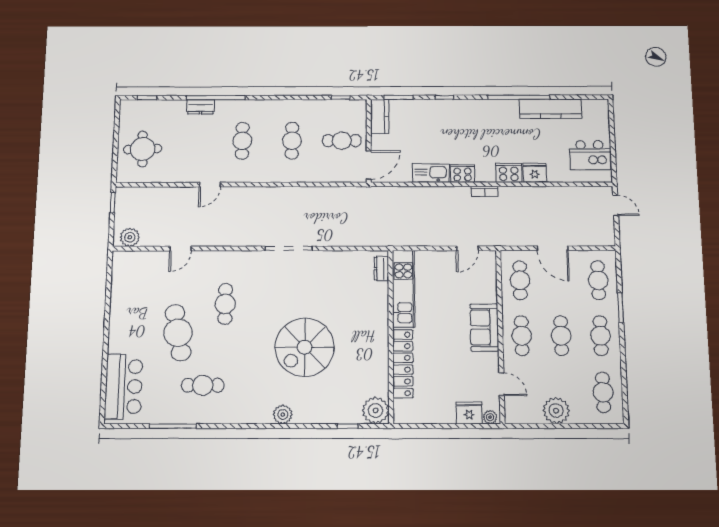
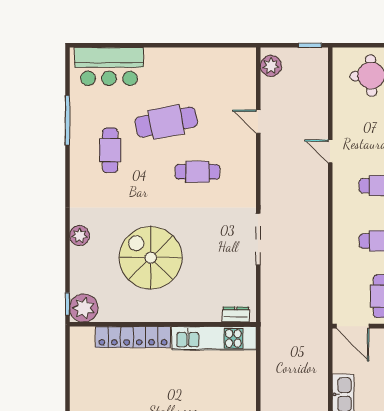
dresser: (381, 269) -> (236, 315), moved
kitchen unit: (404, 289) -> (214, 338), moved
wall: (391, 336) -> (163, 324), moved
locker: (403, 364) -> (133, 337), moved
plant: (376, 410) -> (84, 308), moved

